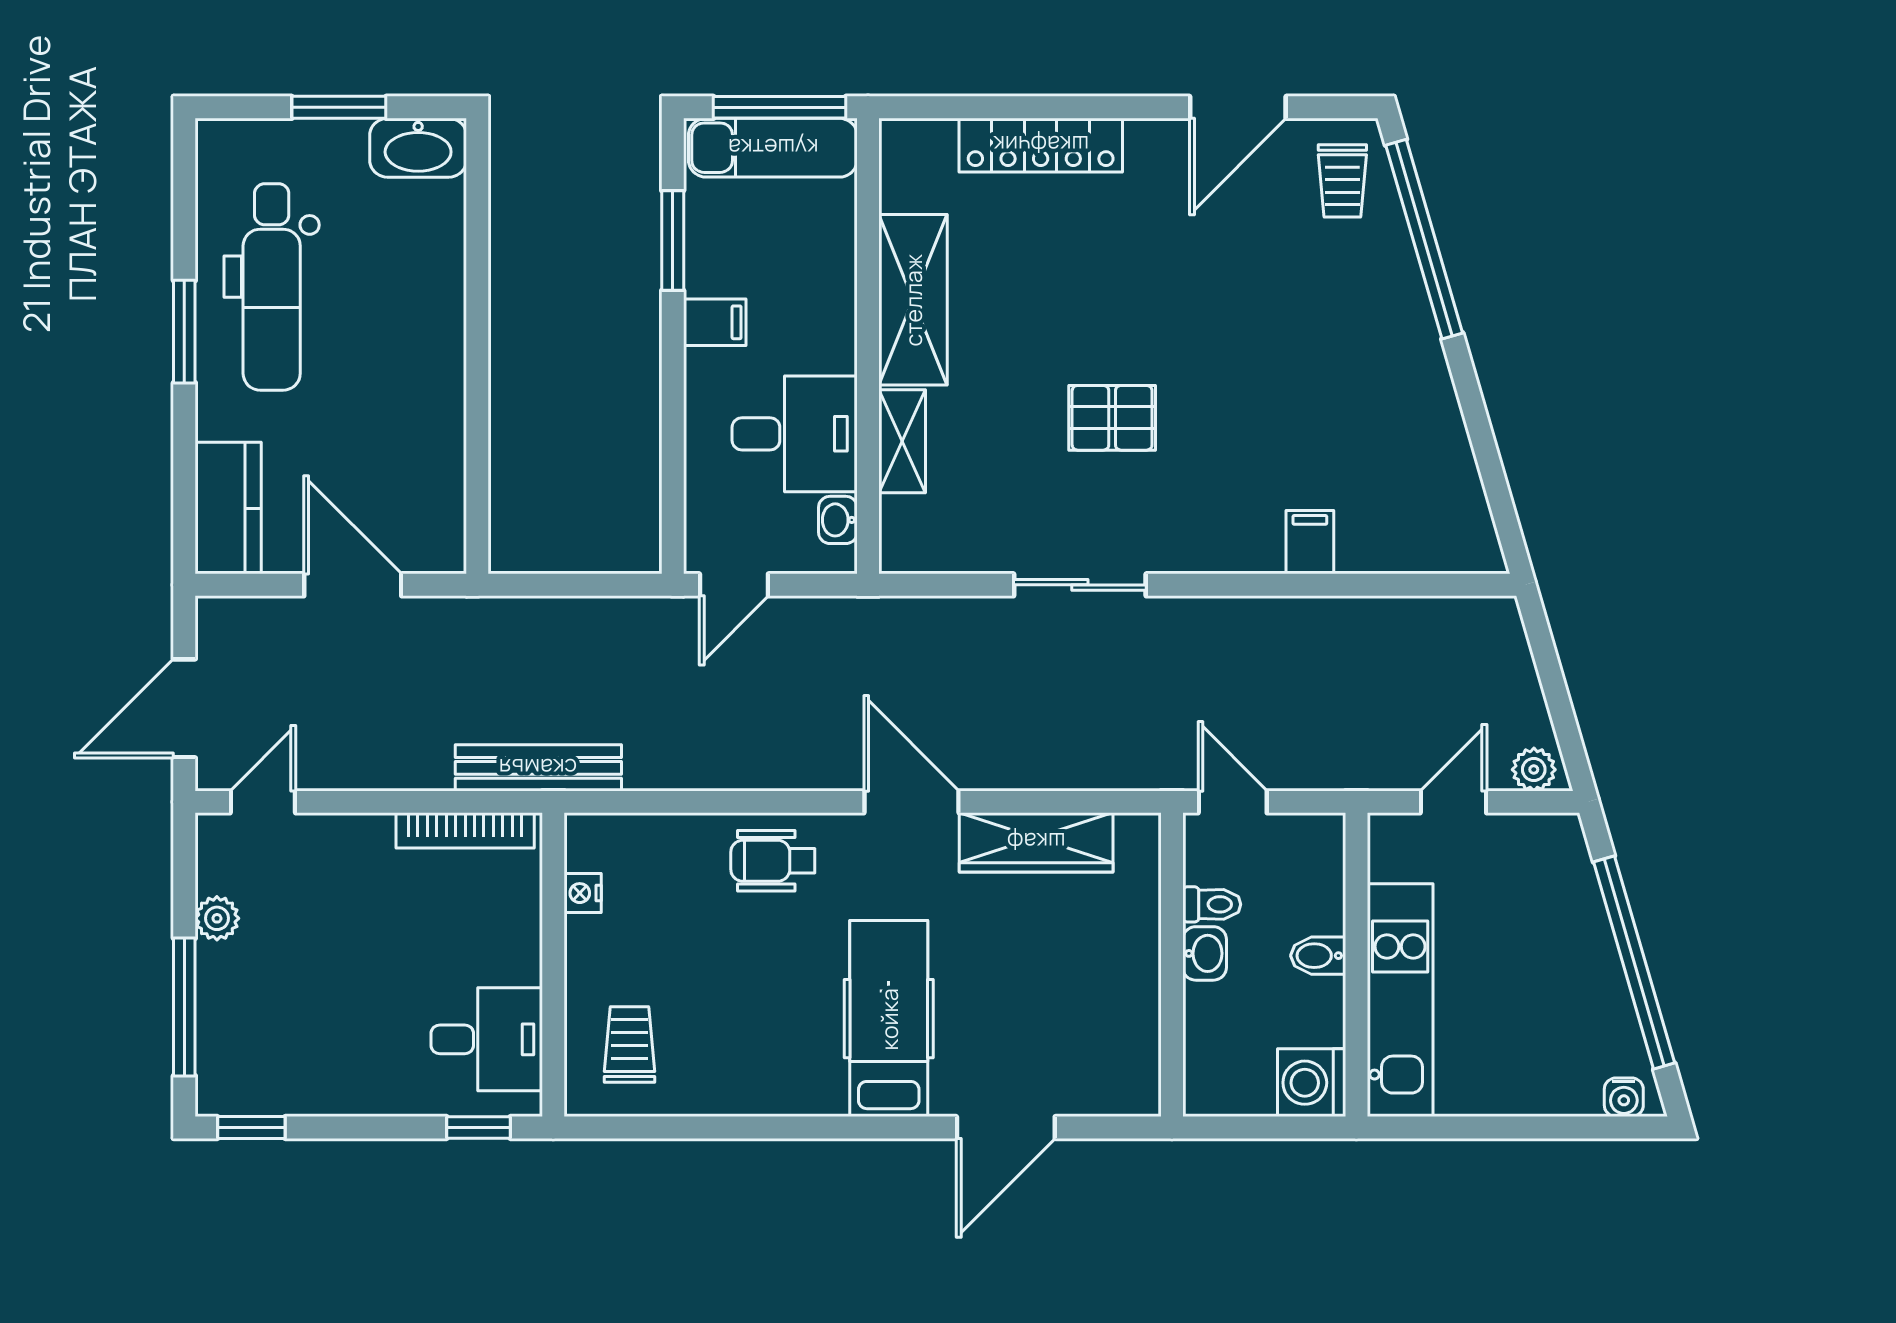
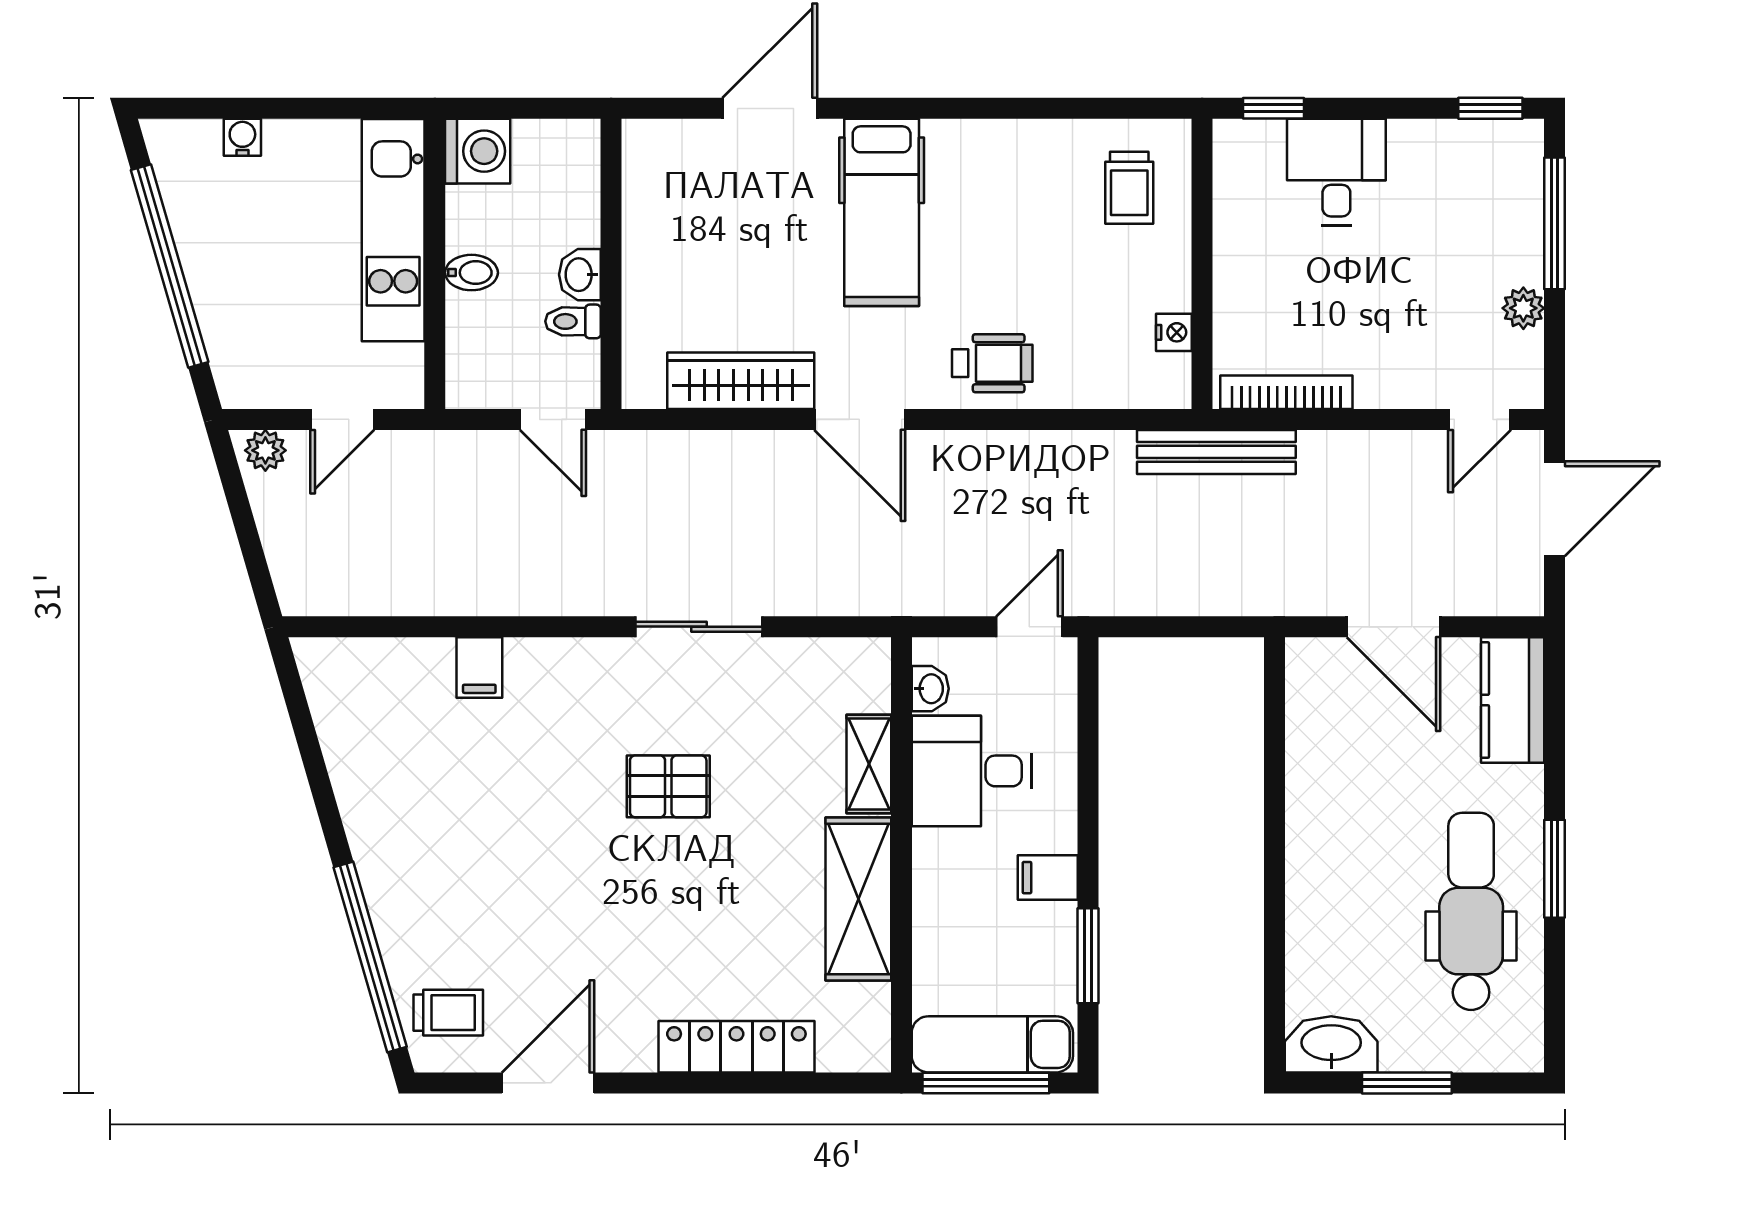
trolley: (1342, 181) -> (448, 1013), turned 90
desk: (487, 1039) -> (1336, 172), moved, turned 90
water cooler: (1624, 1097) -> (242, 137), moved

